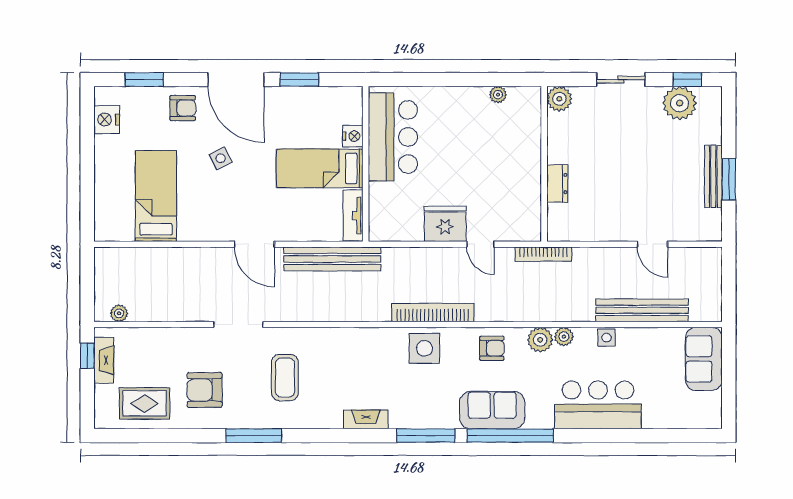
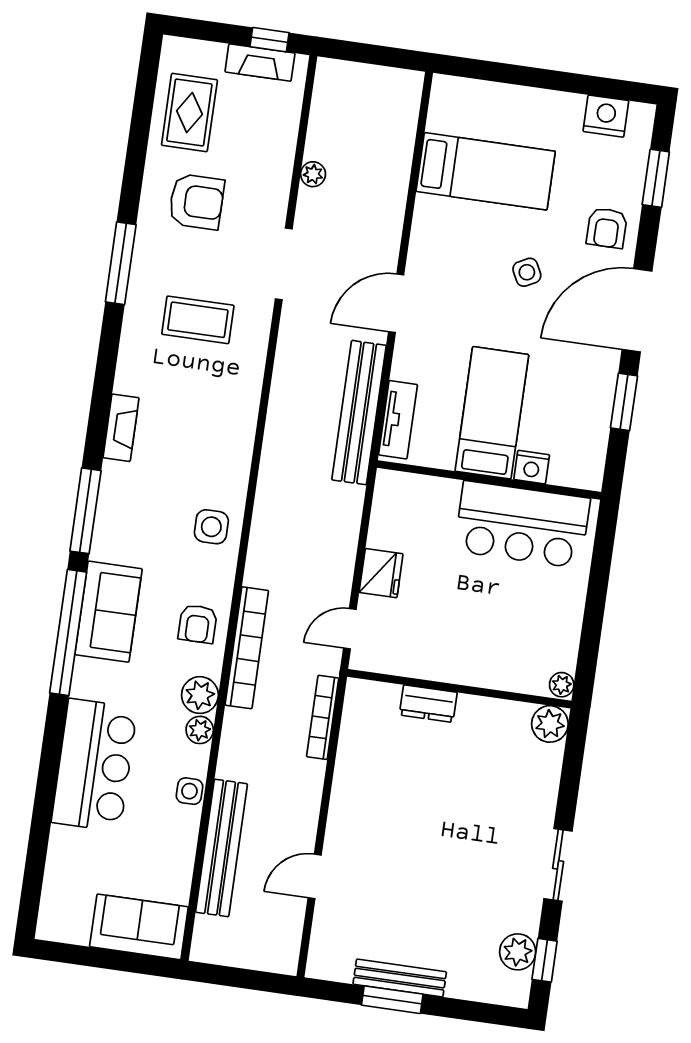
plant: (559, 99) -> (550, 724), moved
plant: (680, 103) -> (518, 952), width x0.73, depth x0.73
wall: (544, 164) -> (459, 689), moved
dresser: (557, 184) -> (428, 704), moved
tv unit: (353, 216) -> (398, 420), moved, turned 90
fridge: (445, 224) -> (381, 573), width x0.73, depth x0.75
bookcase: (433, 312) -> (247, 648), moved
plant: (119, 313) -> (313, 174), moved
side table: (424, 348) -> (211, 527), width x0.73, depth x0.73
armchair: (205, 390) -> (196, 202), turned 90

